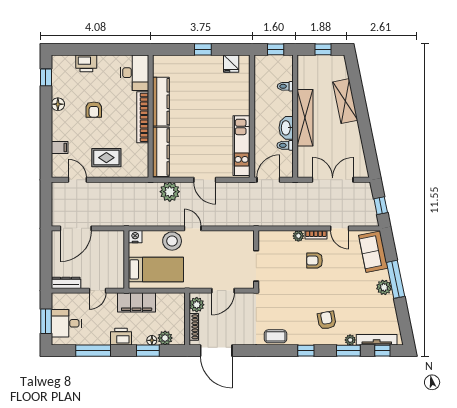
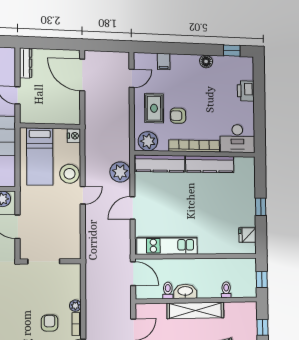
armchair: (94, 110) -> (178, 116), moved
plant: (139, 164) -> (148, 141), added

